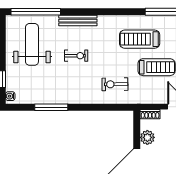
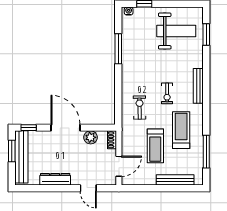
window: (36, 12) -> (206, 35), width x0.47
bench: (78, 21) -> (198, 86), moved
exercise bike: (76, 56) -> (167, 93), moved

